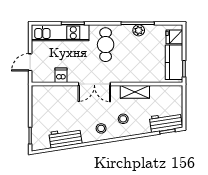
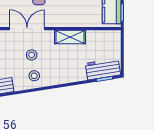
double door: (94, 84) -> (27, 29), swing flipped
stool: (123, 119) -> (32, 55), moved

